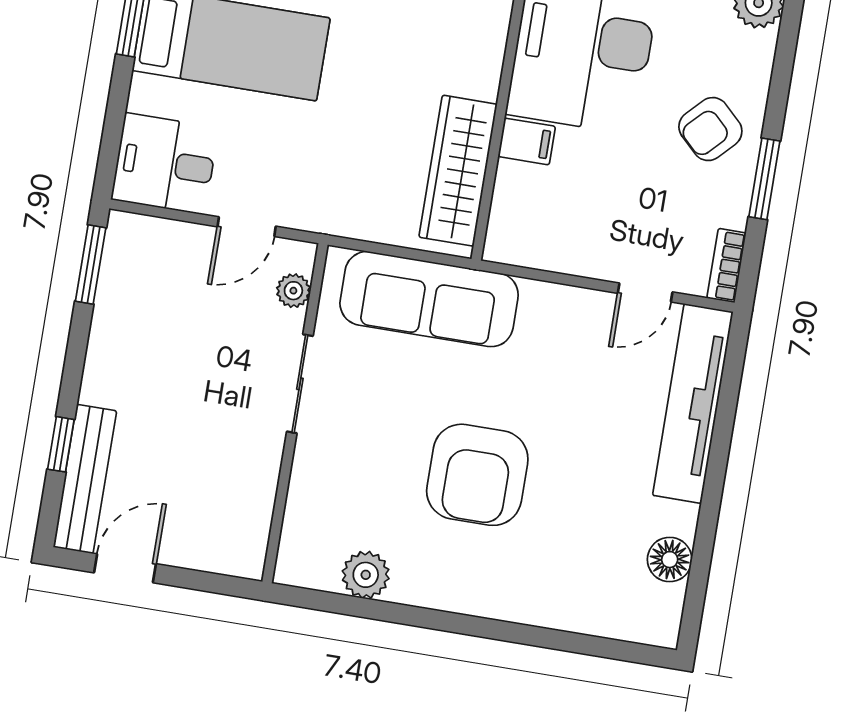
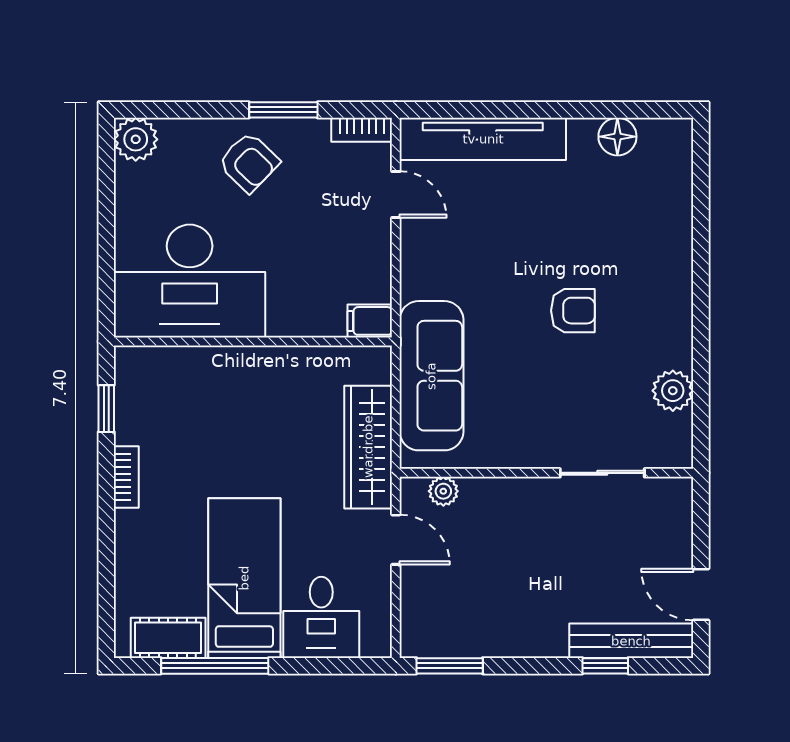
filing cabinet: (527, 141) -> (370, 321), moved, turned -90
desk: (165, 164) -> (321, 617), moved
wardrobe: (458, 171) -> (368, 447), moved, turned 90
sliding door: (300, 384) -> (602, 473), moved
armchair: (477, 475) -> (573, 311), width x0.53, depth x0.53

